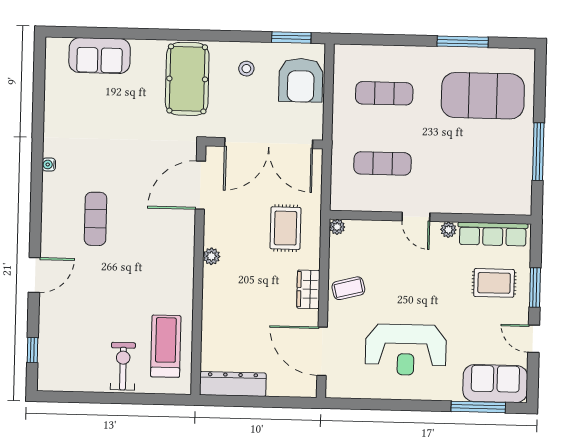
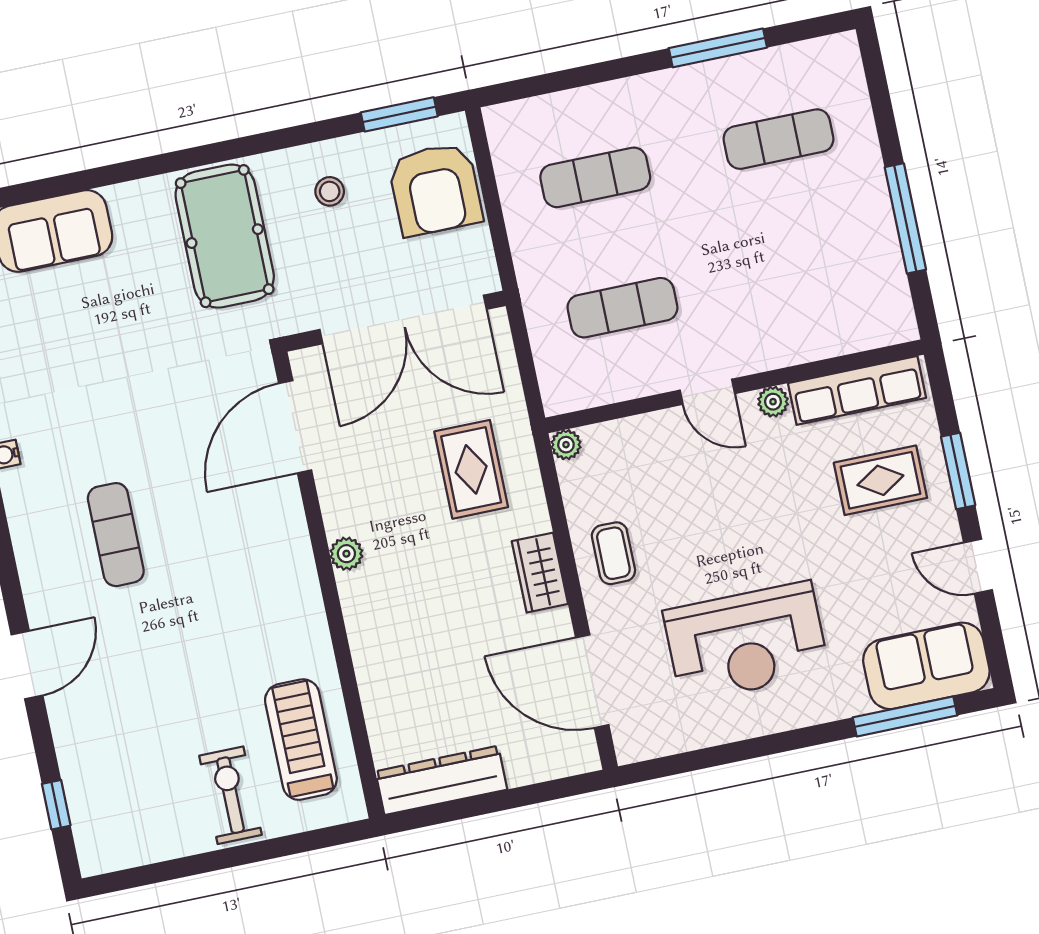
exercise mat: (483, 96) -> (778, 139), width x0.50, depth x0.69
coffee table: (348, 288) -> (613, 553), turned -76

